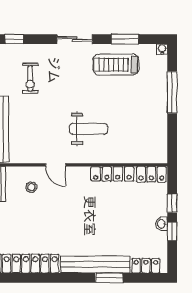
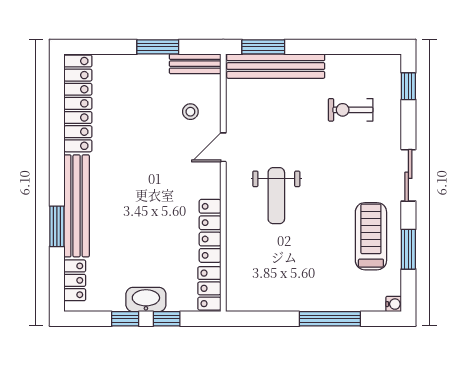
washbasin: (162, 224) -> (146, 300), width x1.91, depth x1.45

